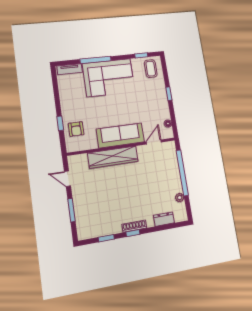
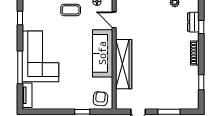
coffee table: (151, 69) -> (71, 10), moved
armchair: (76, 129) -> (100, 99), moved, turned -85
window: (133, 233) -> (201, 27), moved

